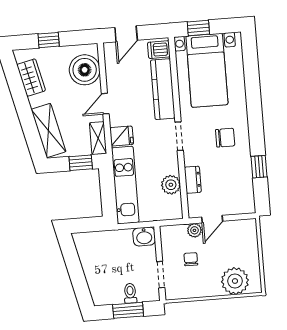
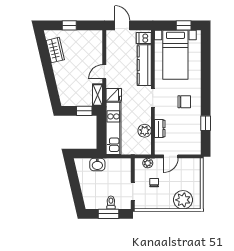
window: (198, 28) -> (184, 25), moved
door: (126, 34) -> (122, 25), swing flipped
boiler: (85, 70) -> (92, 48), removed
shelving: (48, 131) -> (64, 87), removed
plant: (194, 230) -> (148, 163), moved
washbasin: (144, 236) -> (97, 165), moved

